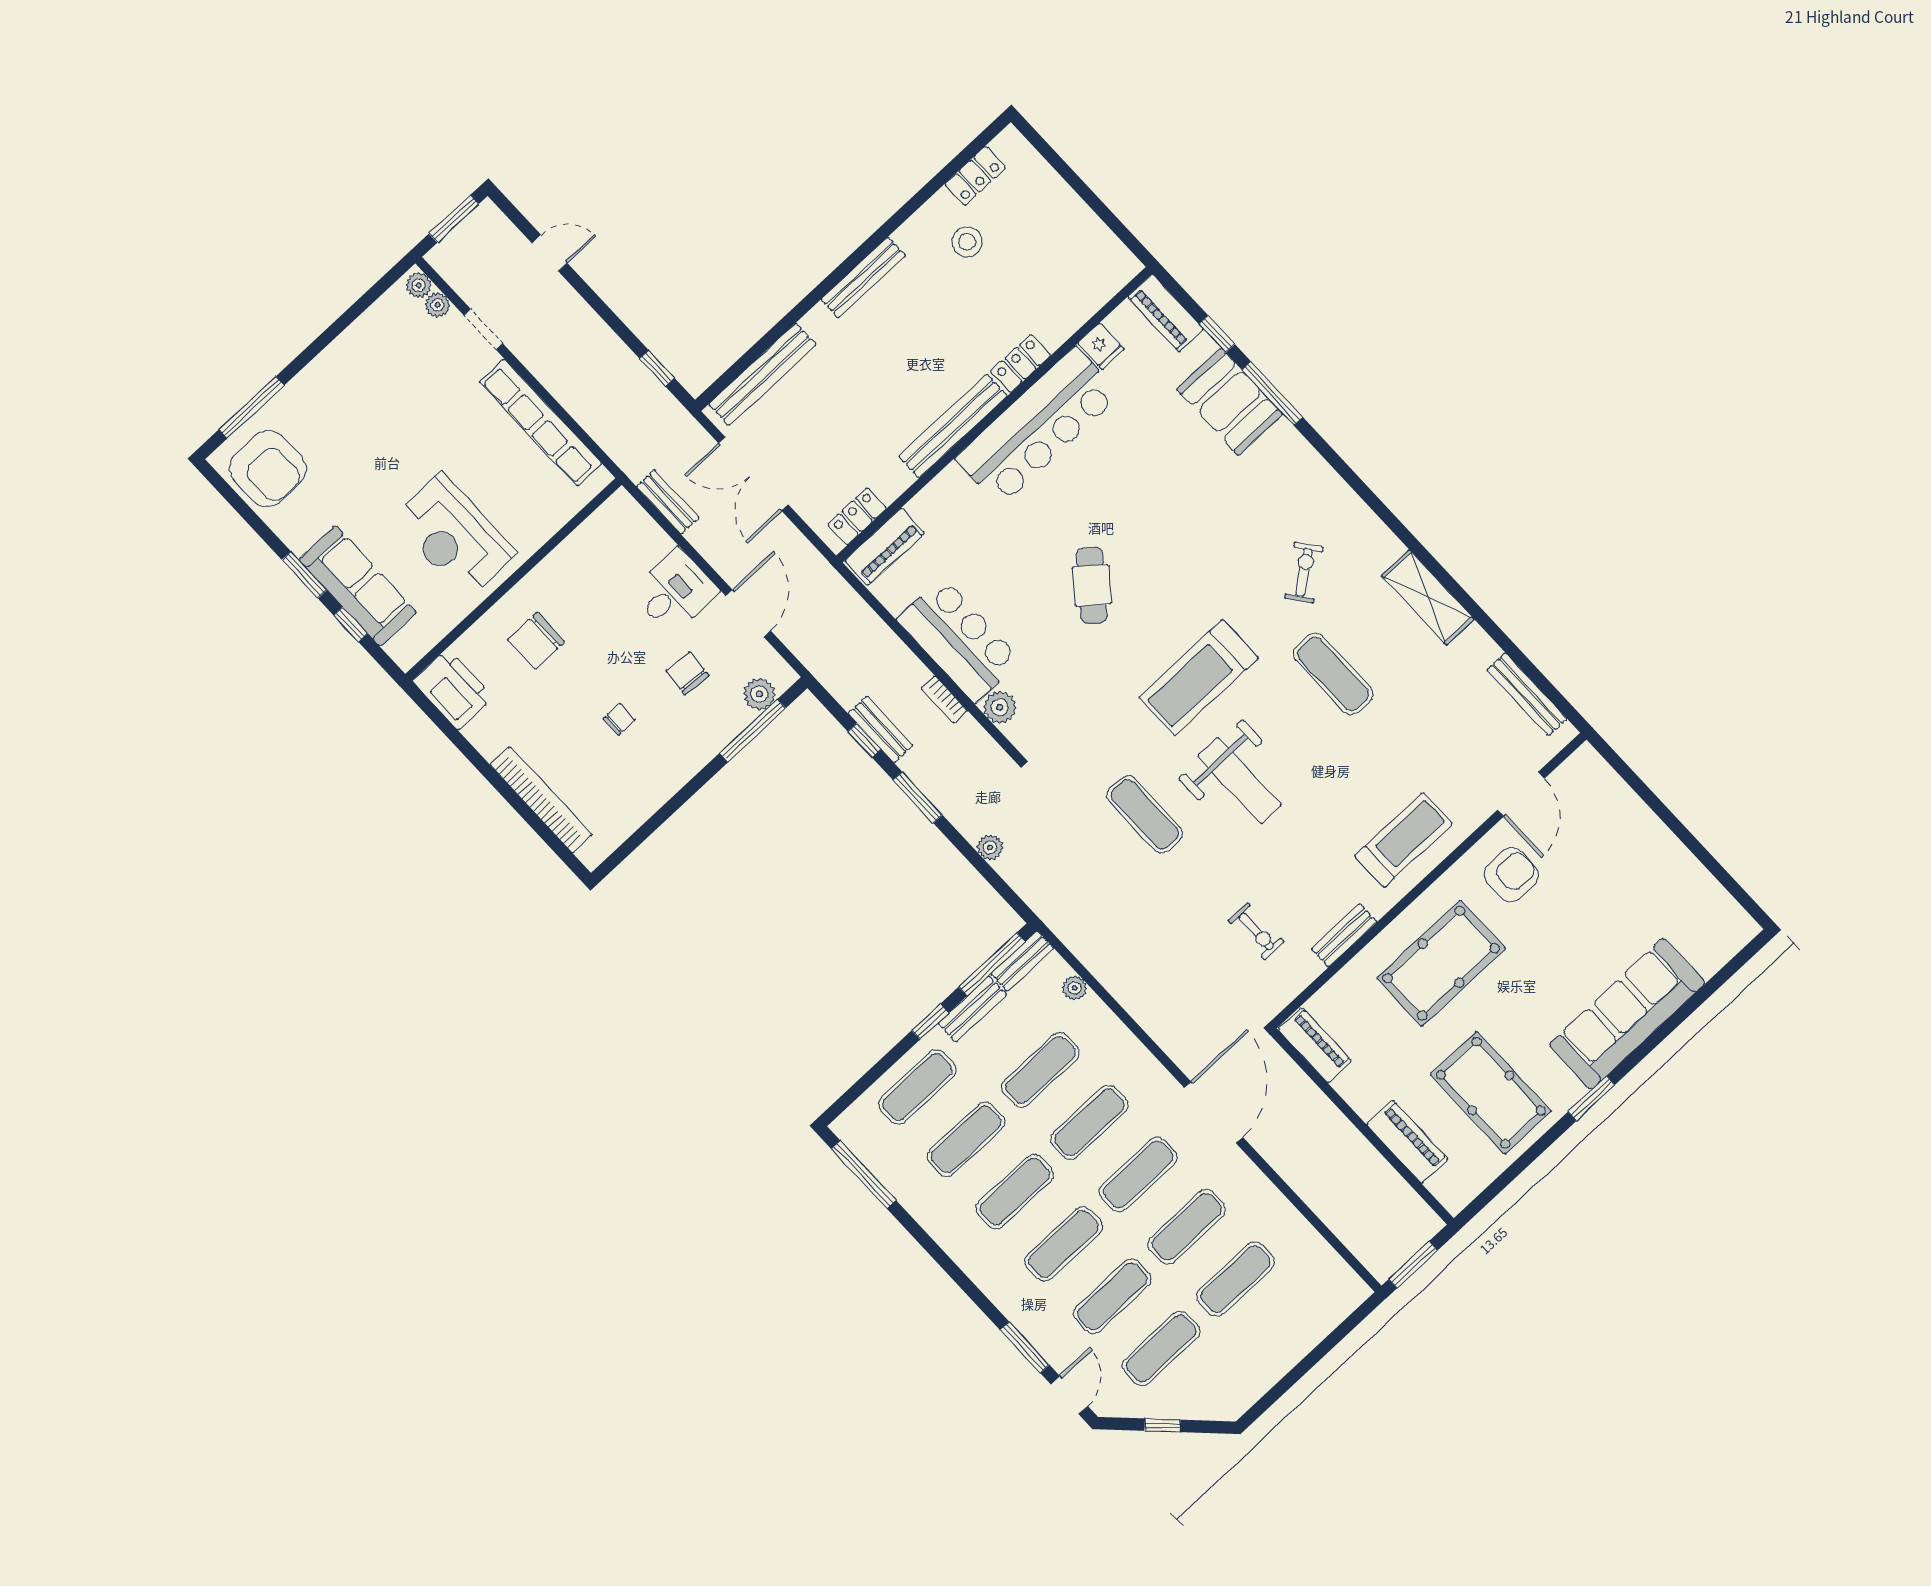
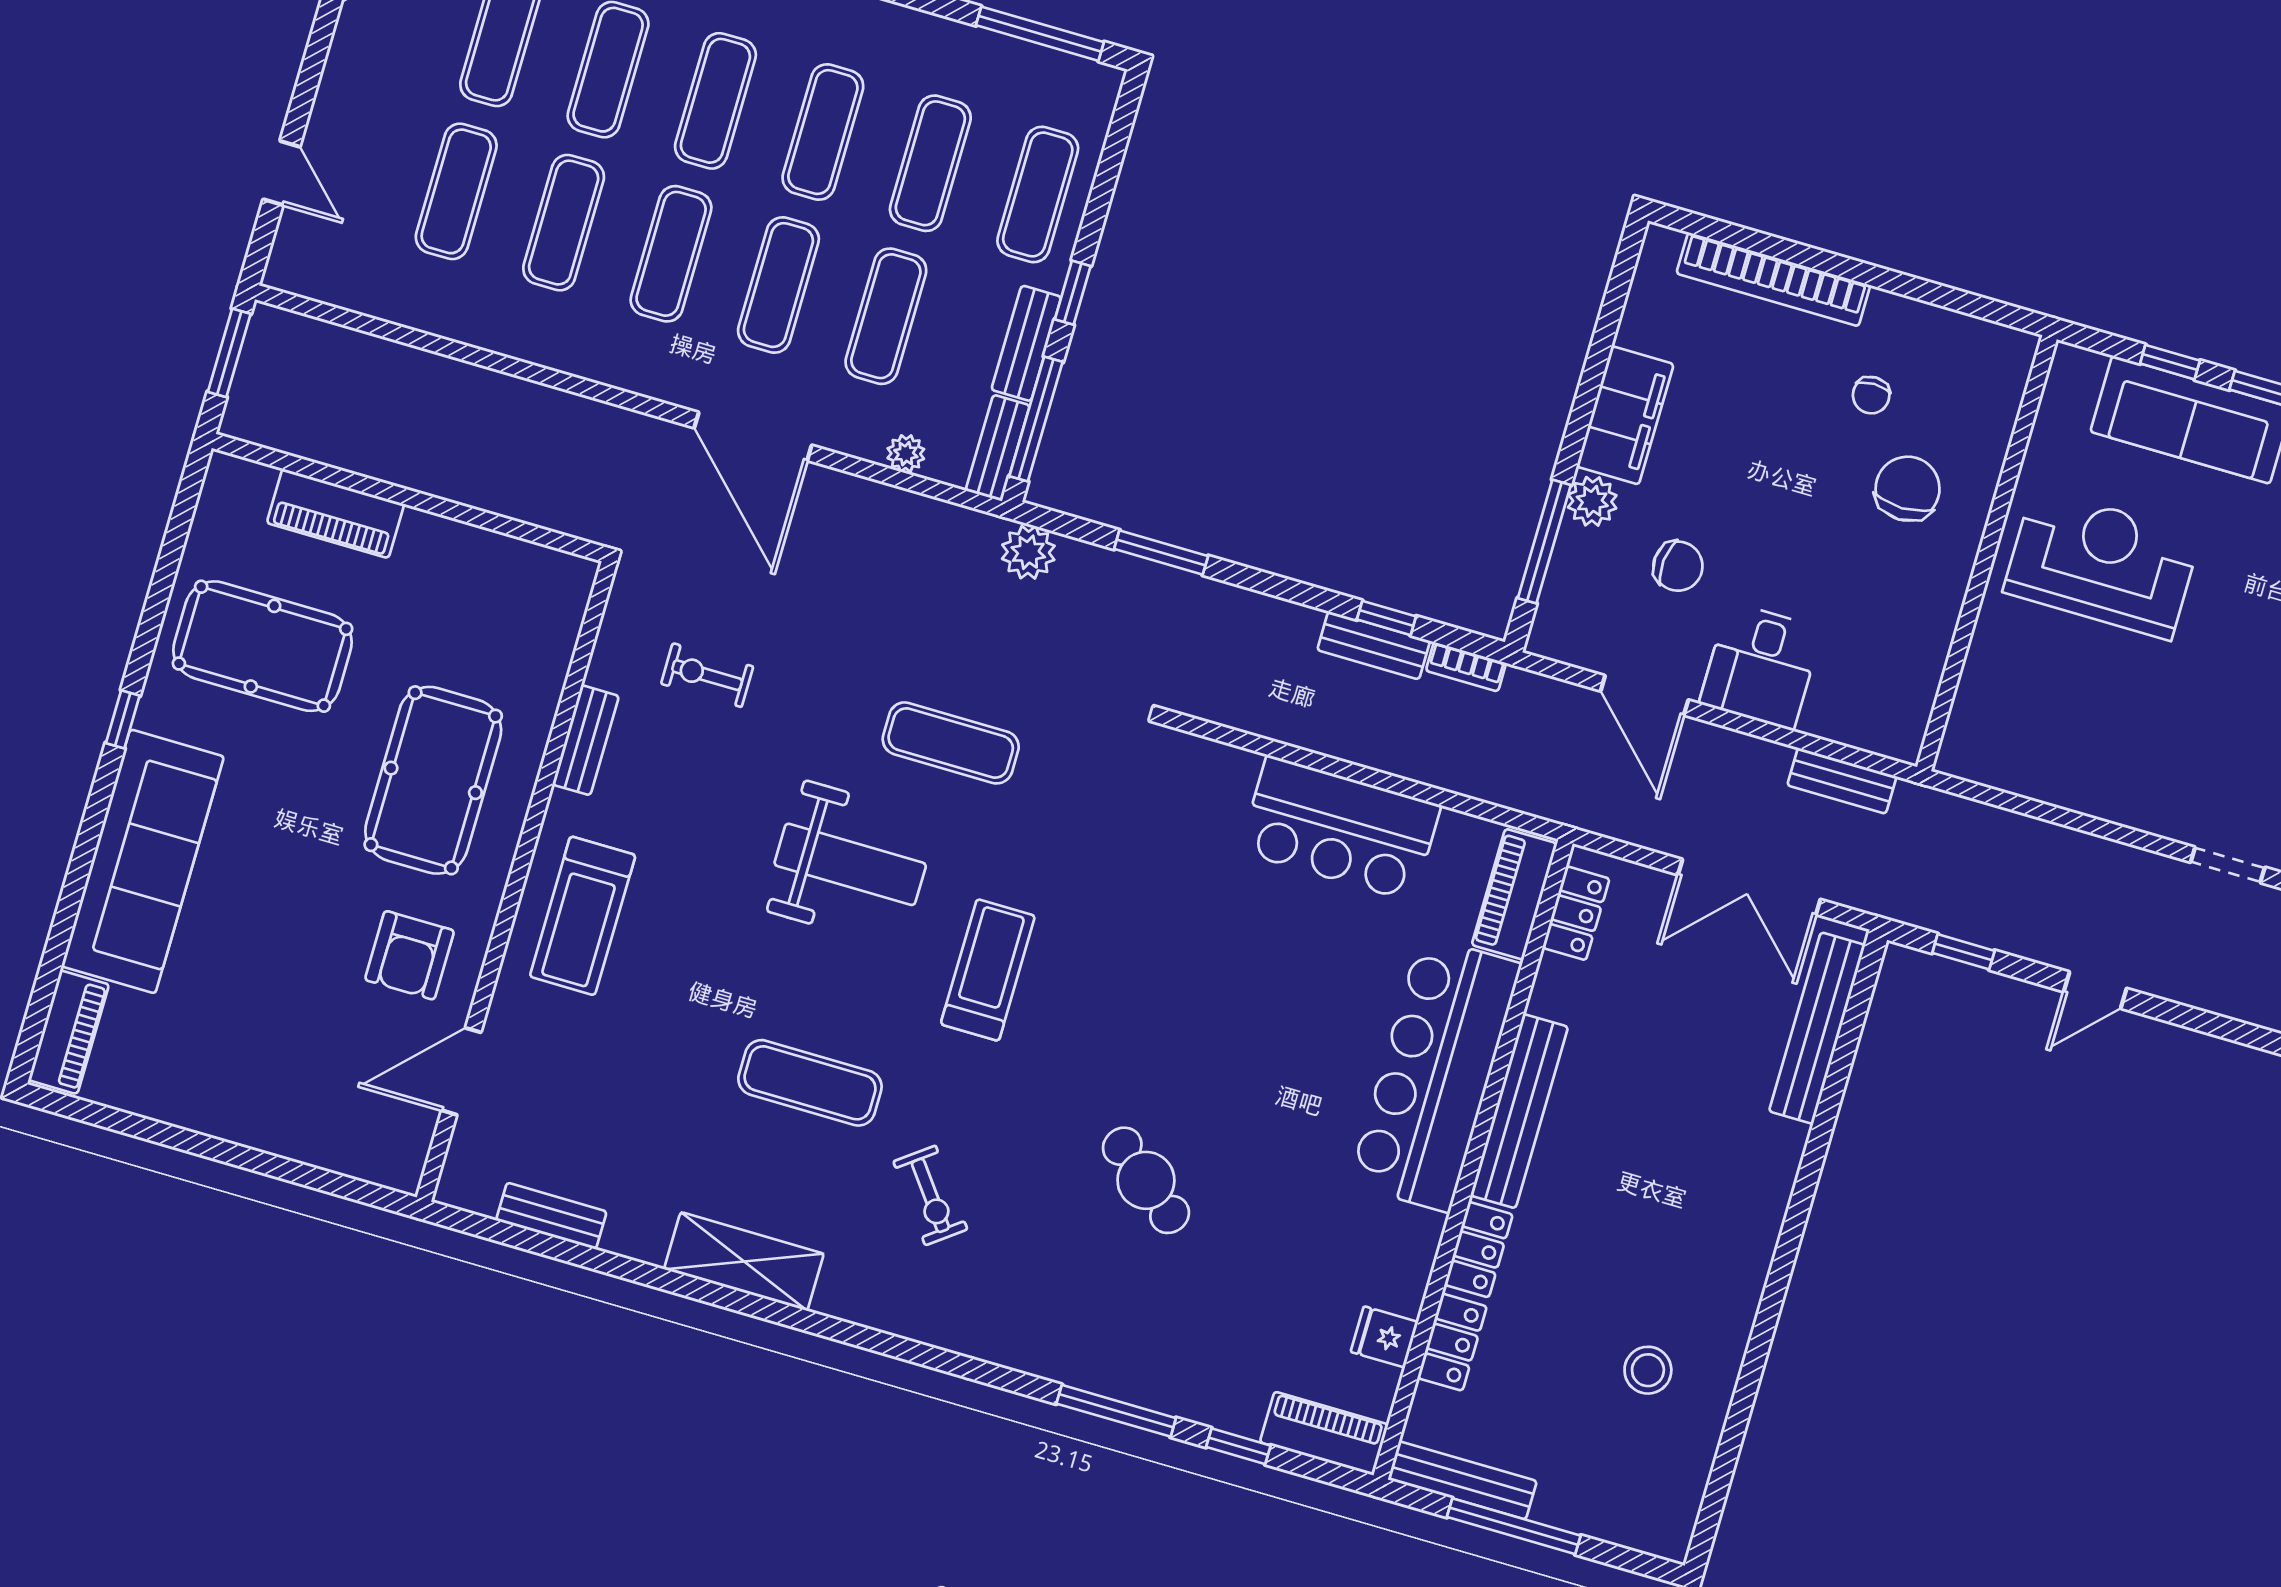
locker: (975, 176) -> (1452, 1342), moved, turned 180
window: (1092, 200) -> (1514, 1526), added
door: (550, 253) -> (2095, 990), moved
bench: (863, 277) -> (1462, 1480), moved, turned 90
booth: (1230, 402) -> (1167, 1366), removed
row of seats: (541, 423) -> (2076, 786), removed
bar counter: (1038, 427) -> (1435, 1074), moved
double door: (753, 474) -> (1749, 887), swing flipped
cafe table: (1092, 585) -> (1146, 1180), moved
treadmill: (1199, 678) -> (988, 970), width x0.73, depth x0.73
printer: (453, 689) -> (1981, 357), removed
plant: (759, 694) -> (1592, 501), moved
bench: (1527, 694) -> (551, 1216), width x0.73
bookcase: (944, 699) -> (1466, 667), moved, turned 180
plant: (1000, 707) -> (1231, 771), removed
chair: (619, 719) -> (1871, 395), moved
filing cabinet: (667, 774) -> (1625, 415), added
weight bench: (1240, 781) -> (850, 864), turned 180
door: (1521, 794) -> (461, 1071), hinge flipped
window: (918, 797) -> (1161, 552), moved
plant: (990, 847) -> (1028, 552), moved, width x1.38, depth x1.38
piano: (1315, 1045) -> (69, 1032), moved, turned -90
window: (1592, 1098) -> (123, 719), width x0.67
door: (1214, 1112) -> (753, 436), moved
door: (1326, 1346) -> (281, 173), added

